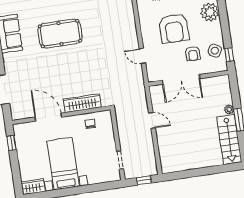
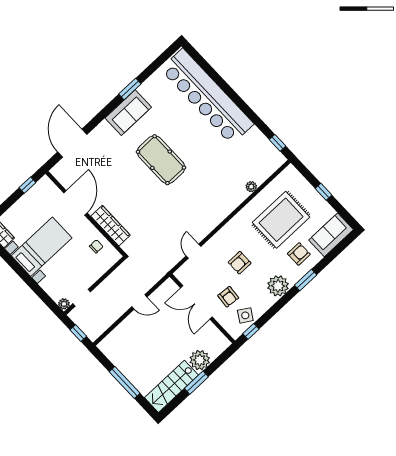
armchair: (174, 28) -> (240, 263), width x0.53, depth x0.53
armchair: (193, 54) -> (228, 297), turned -85
plant: (229, 109) -> (200, 360), width x1.88, depth x1.88
door: (152, 120) -> (139, 302), hinge flipped
window: (203, 171) -> (125, 382), added
plant: (116, 176) -> (64, 304), added

